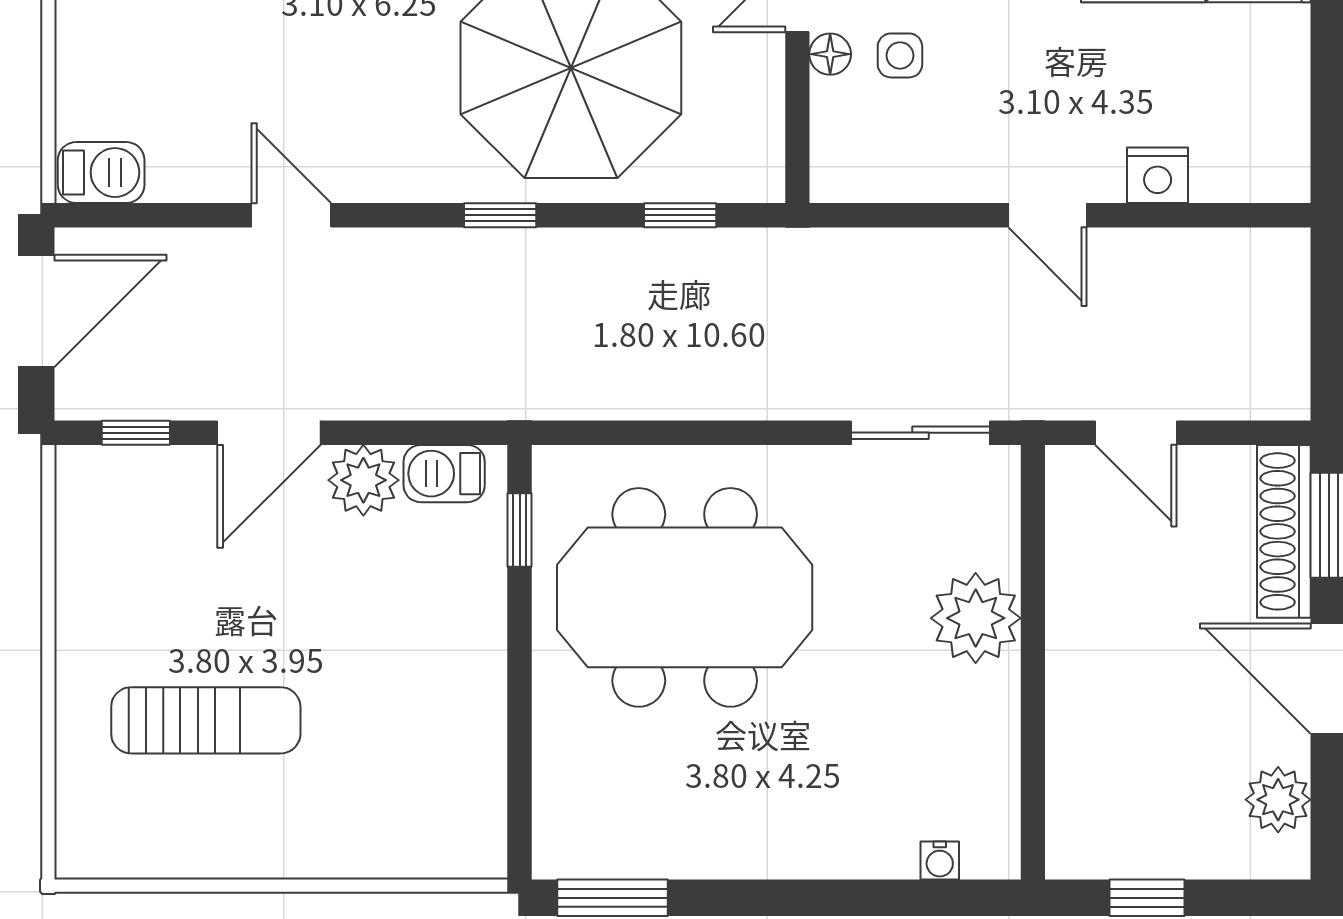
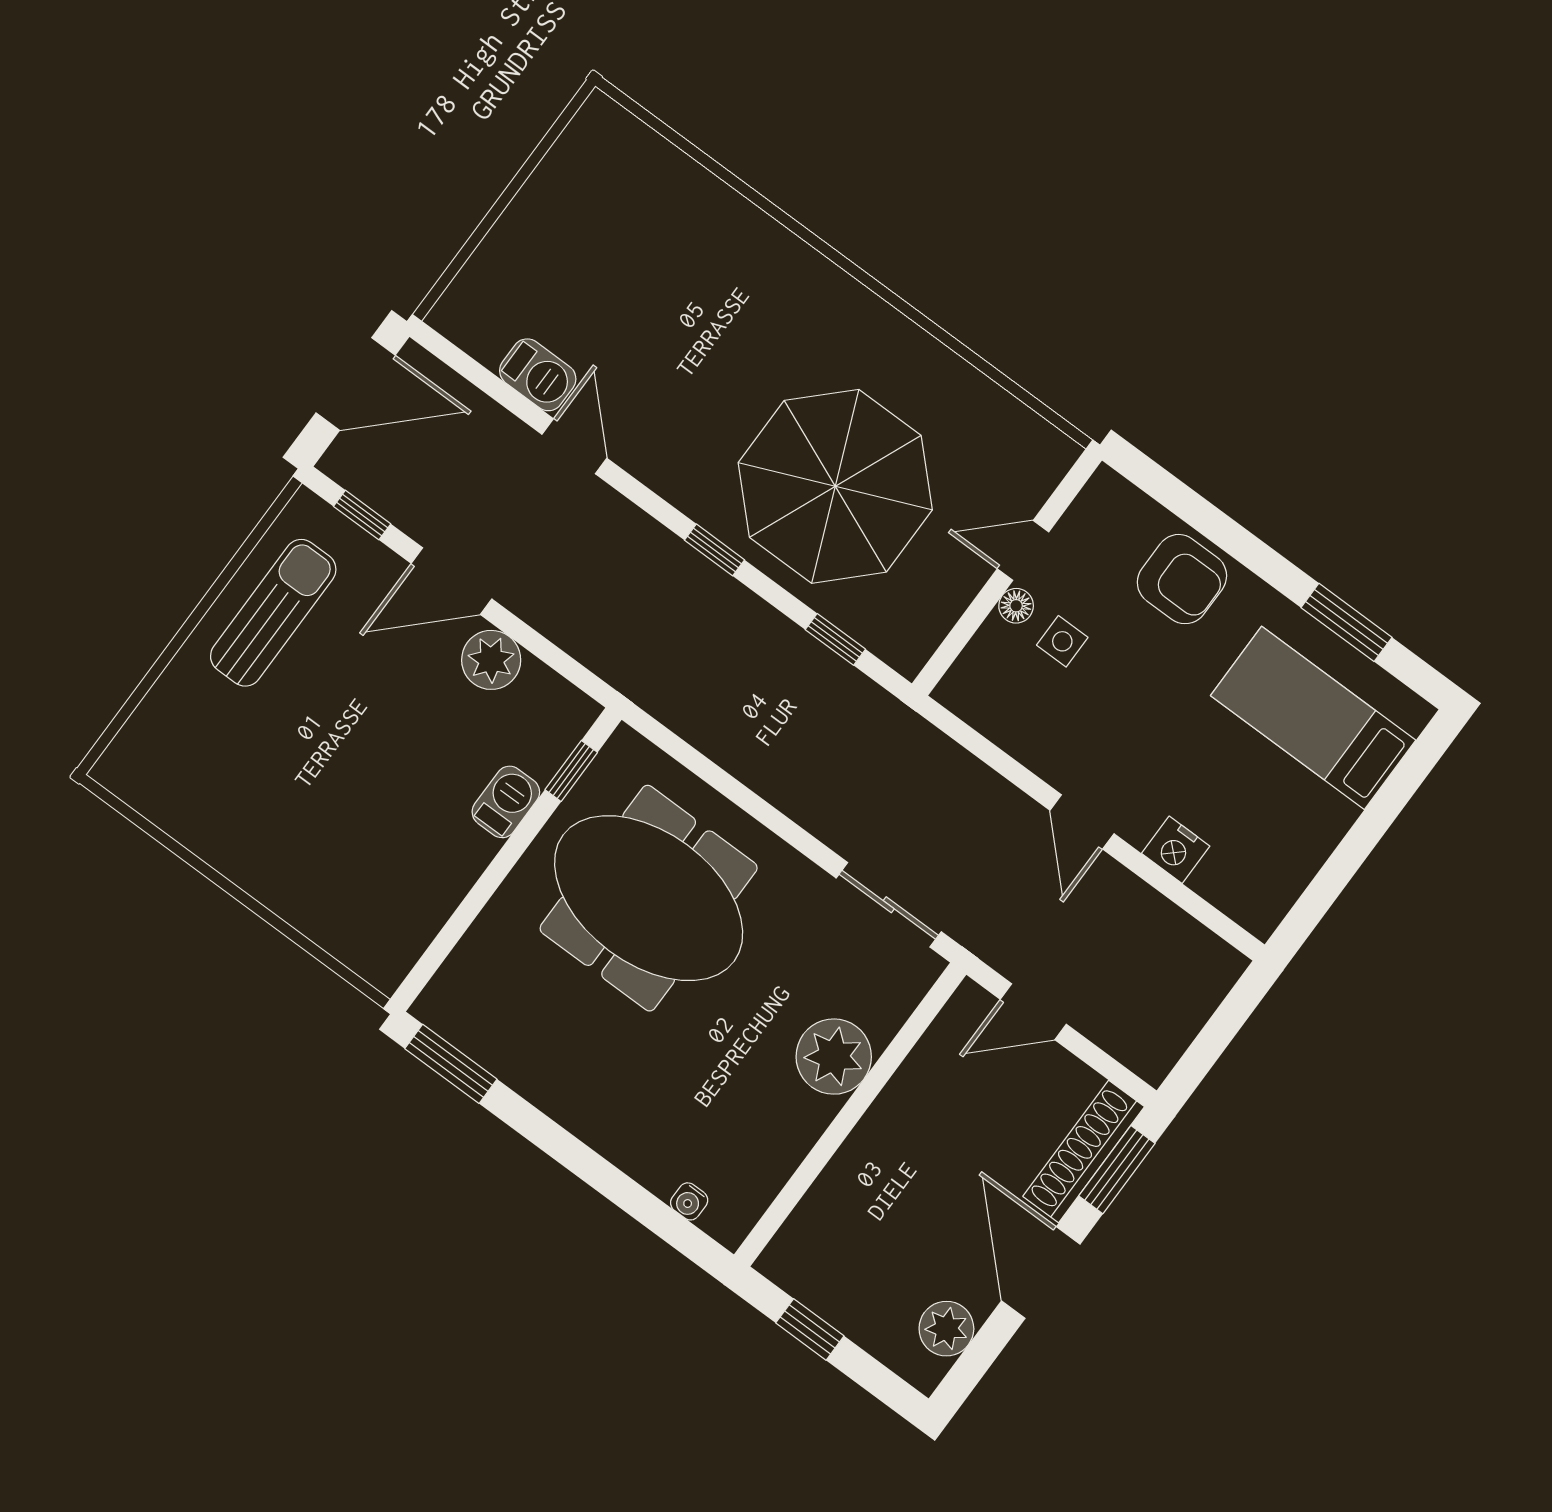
barbecue: (101, 173) -> (538, 375), moved
door: (1136, 433) -> (1033, 1012), hinge flipped
barbecue: (444, 474) -> (506, 802), moved, turned 90
sun lounger: (206, 720) -> (273, 613), moved, turned -90

